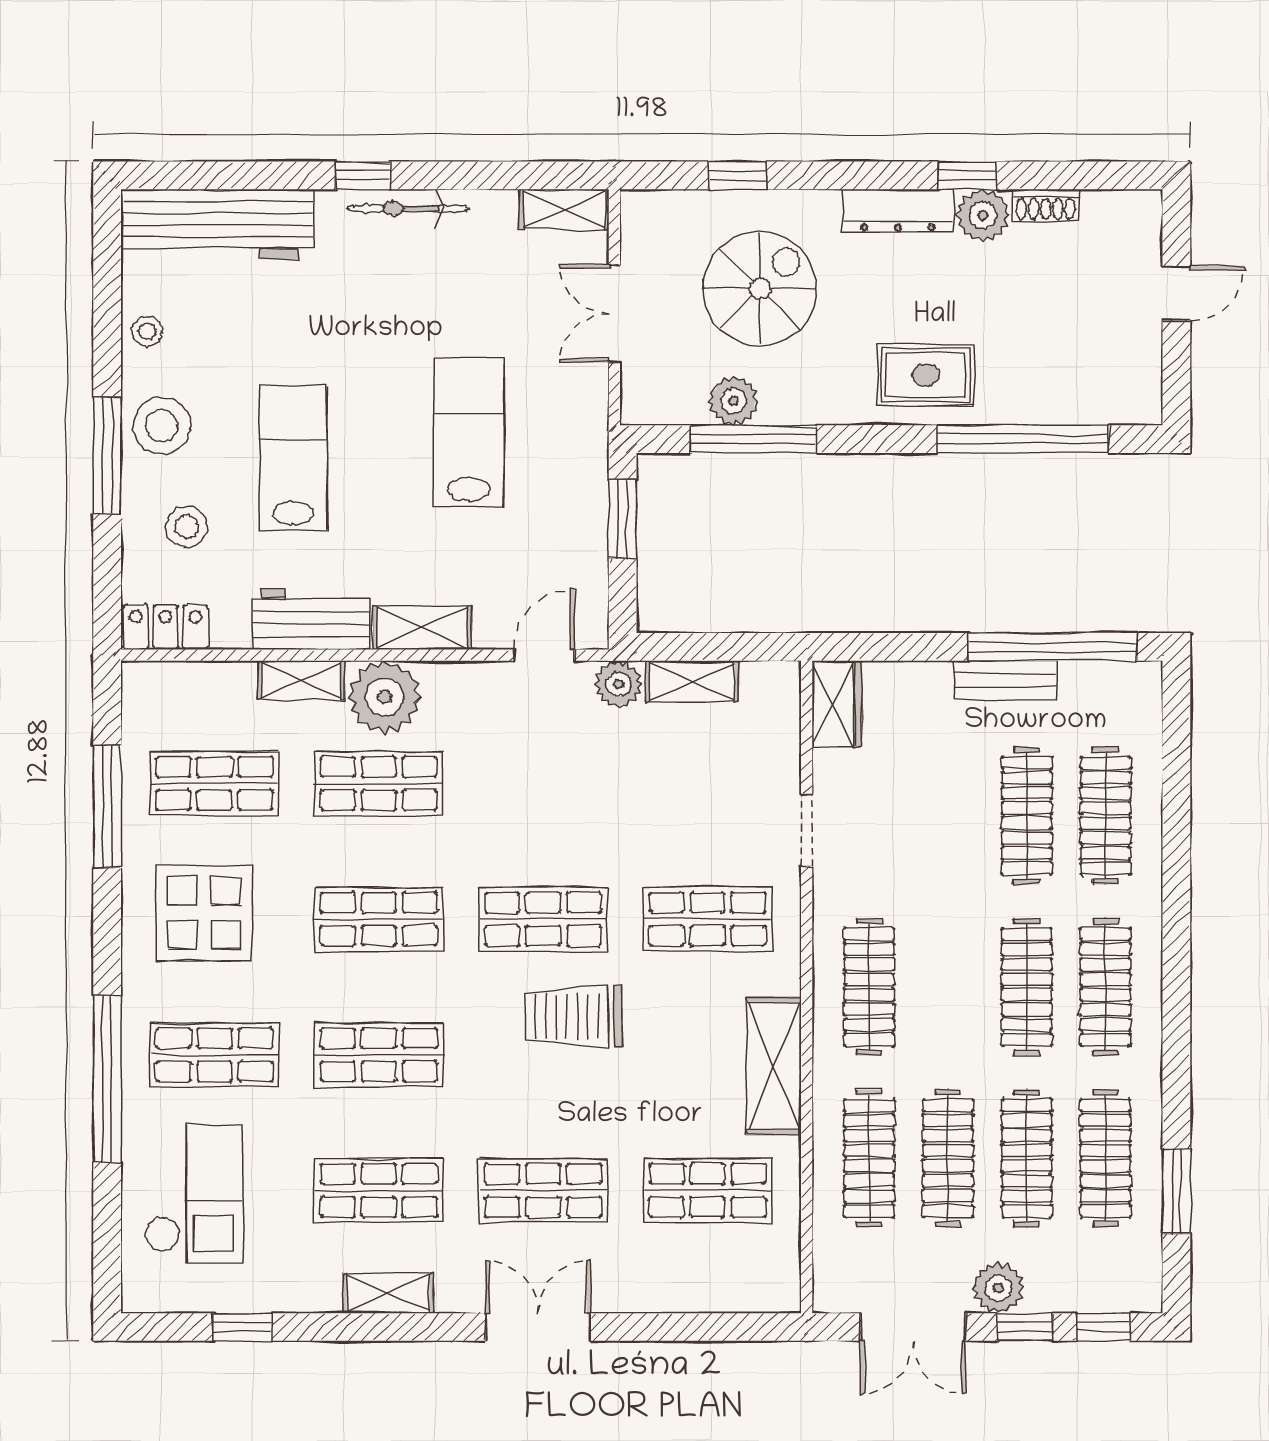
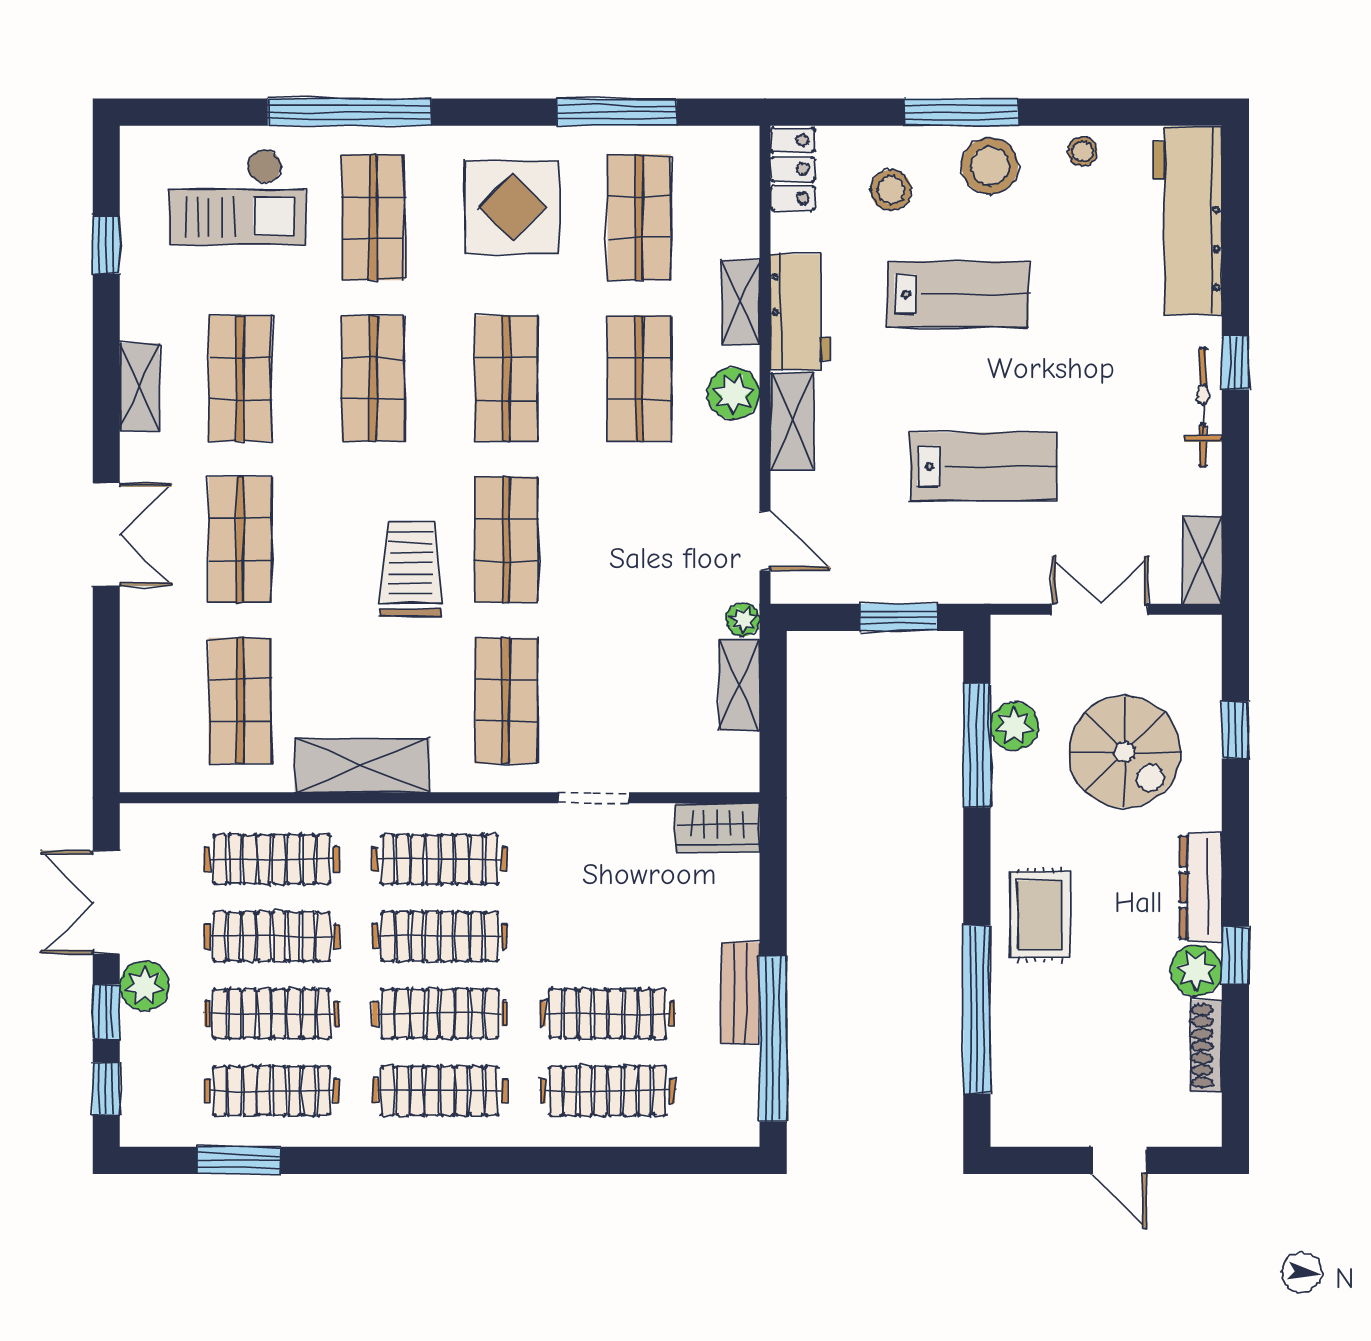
shoe rack: (1046, 205) -> (1206, 1046), width x1.43
plant: (618, 684) -> (743, 620), width x0.73, depth x0.73
plant: (384, 697) -> (734, 393), width x0.73, depth x0.73
clothes rail: (948, 987) -> (440, 936), added

